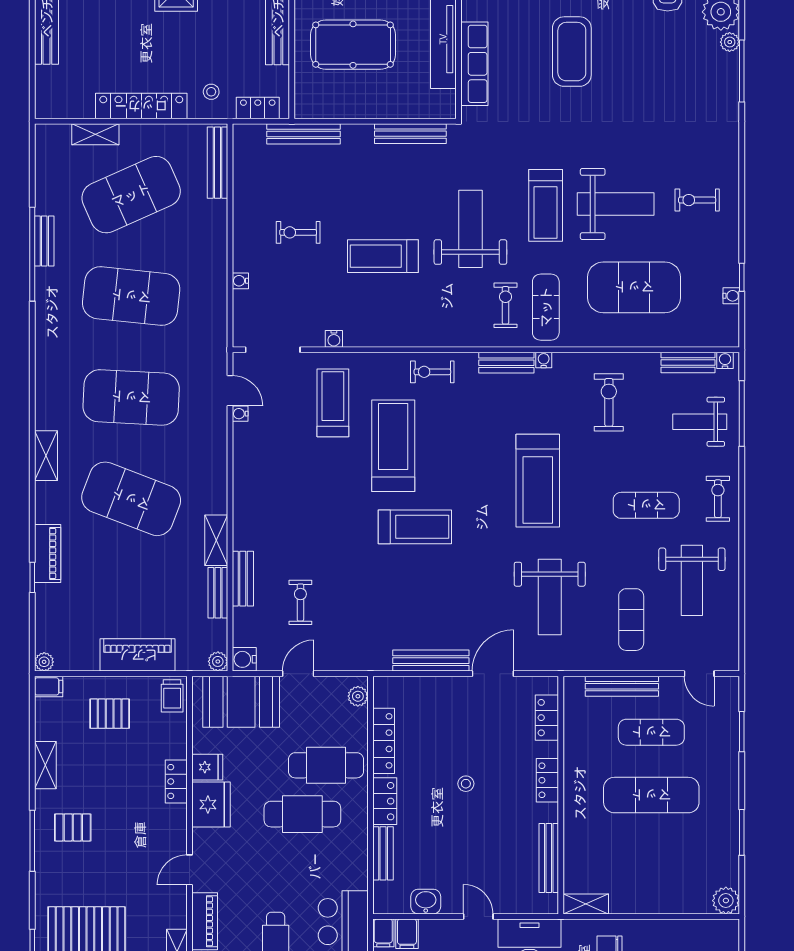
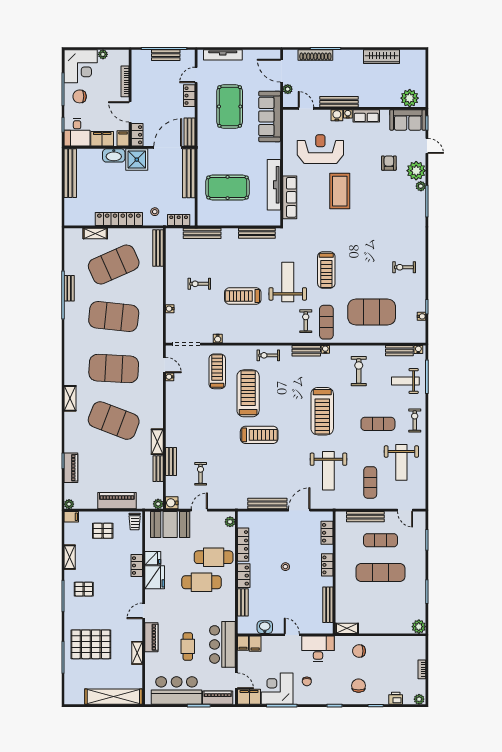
weight bench: (616, 204) -> (362, 269), removed
piano: (48, 554) -> (71, 468), moved

